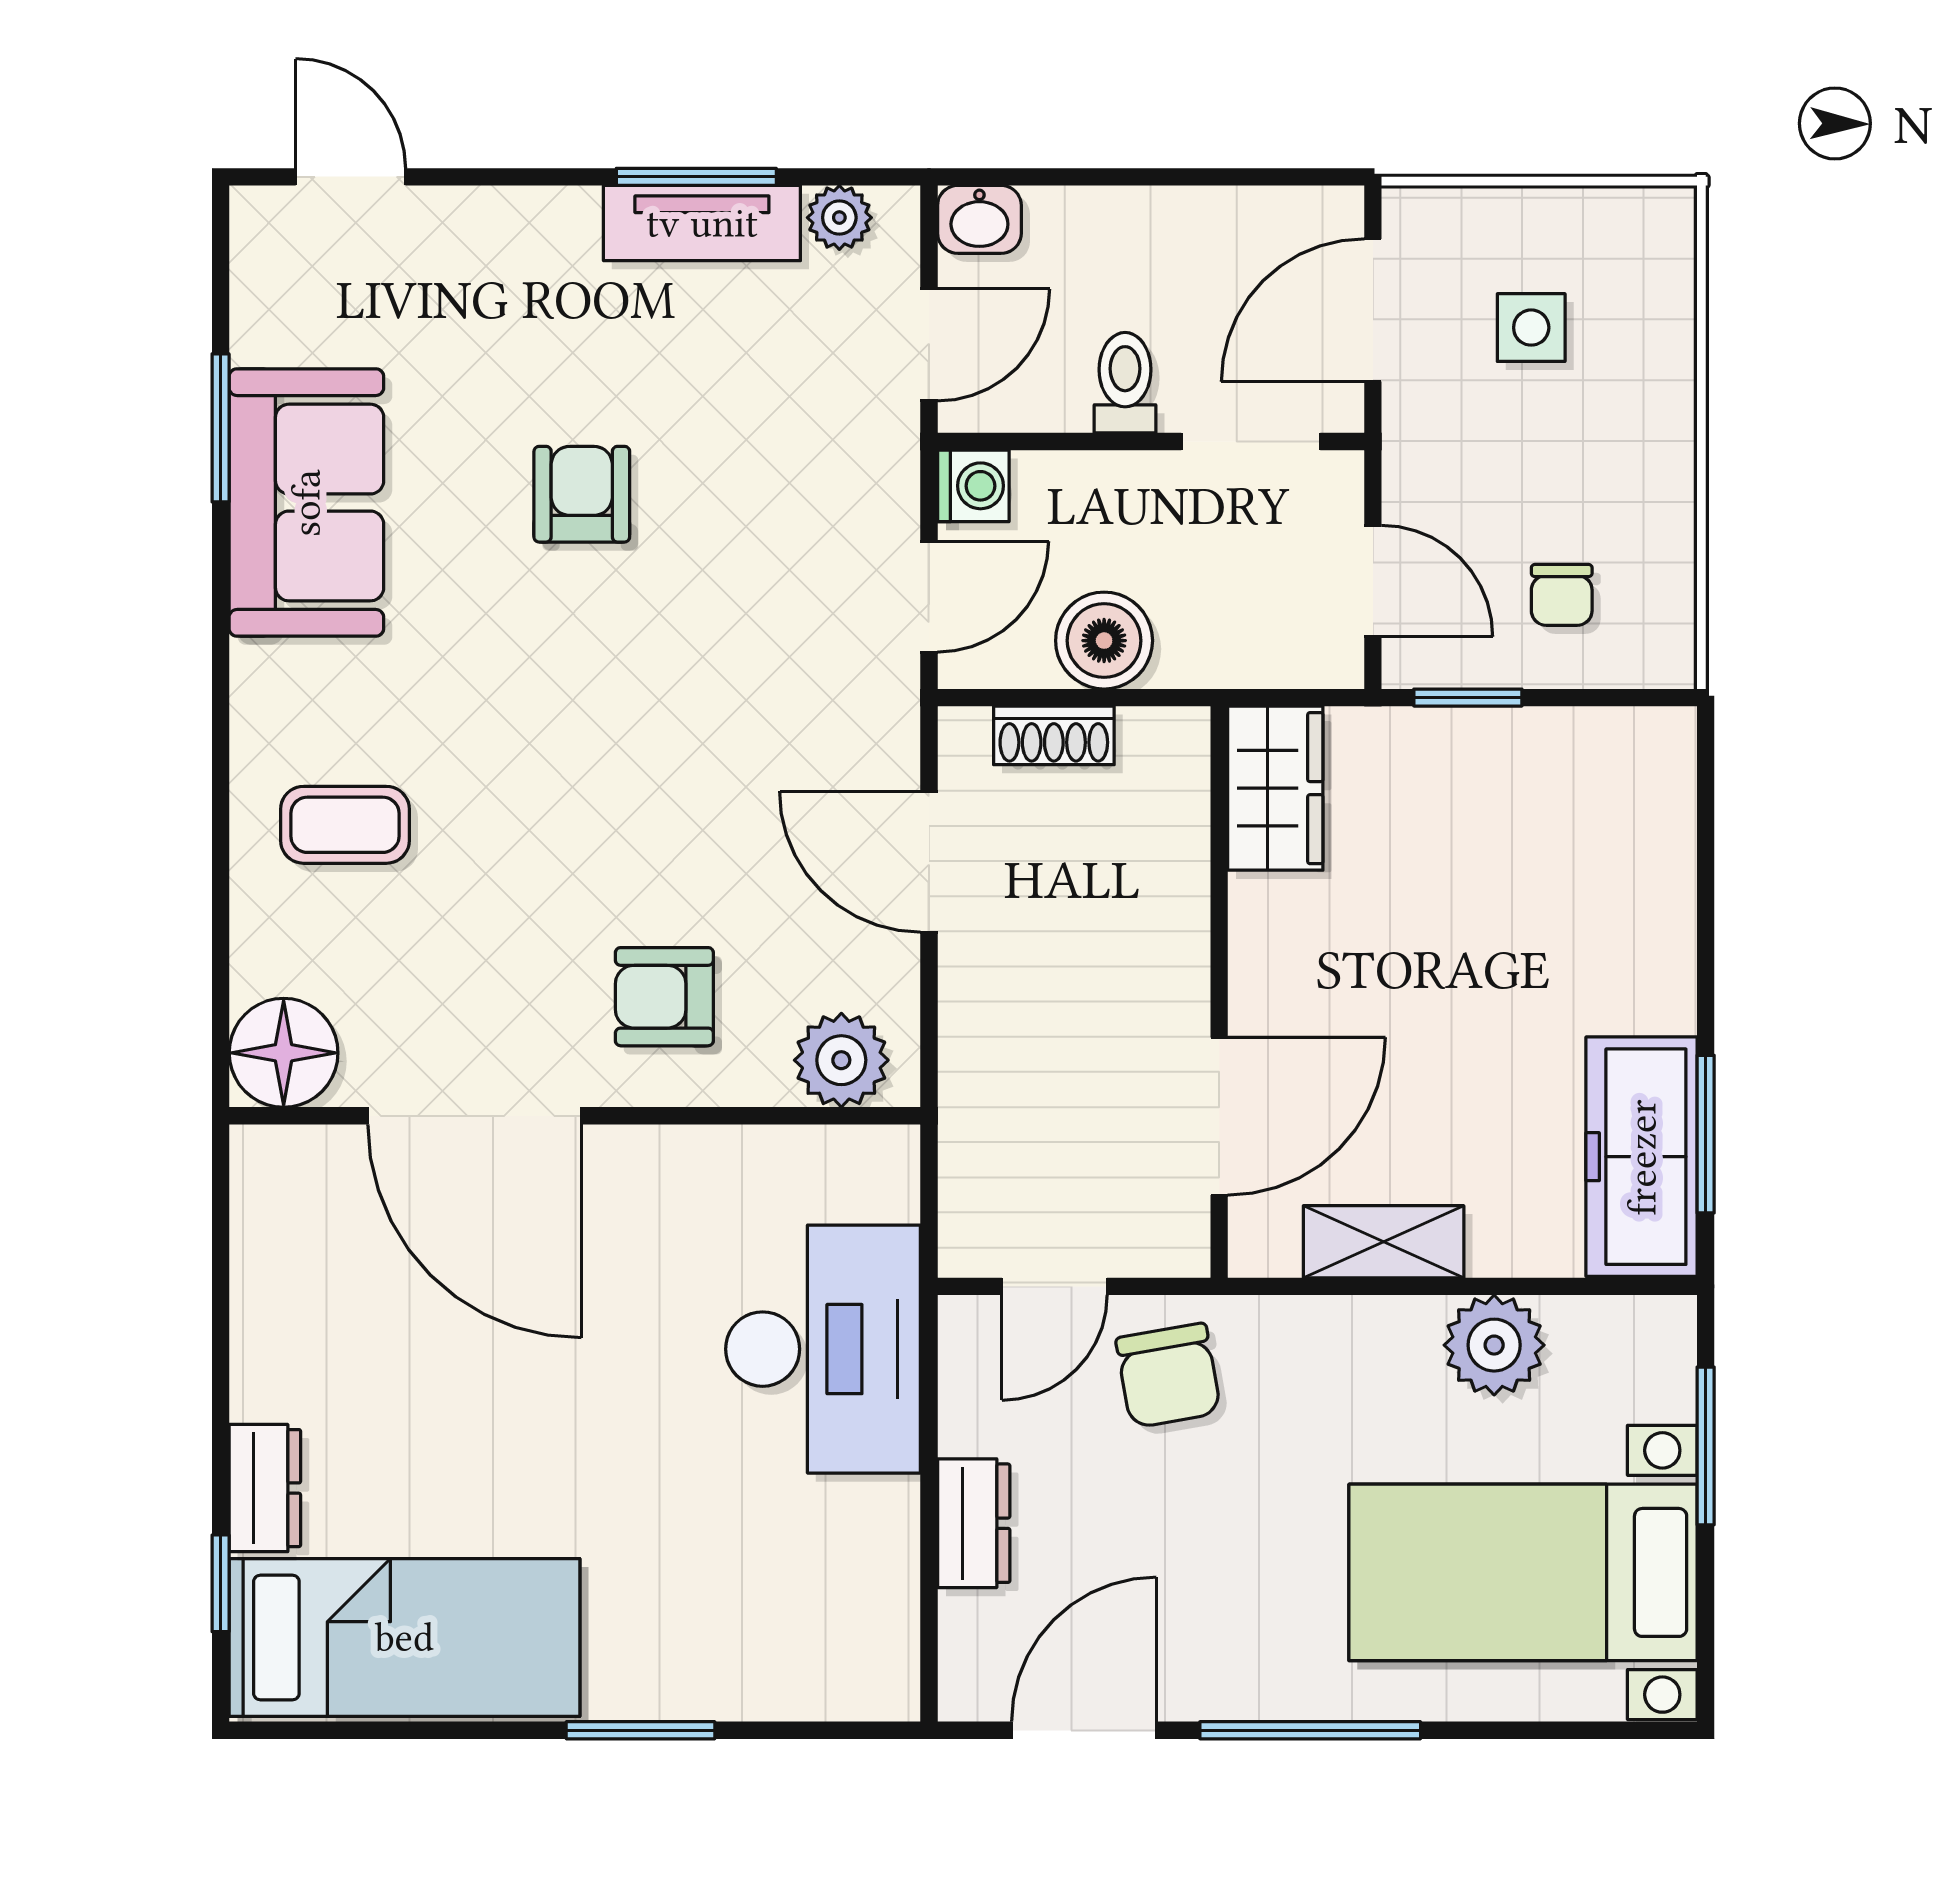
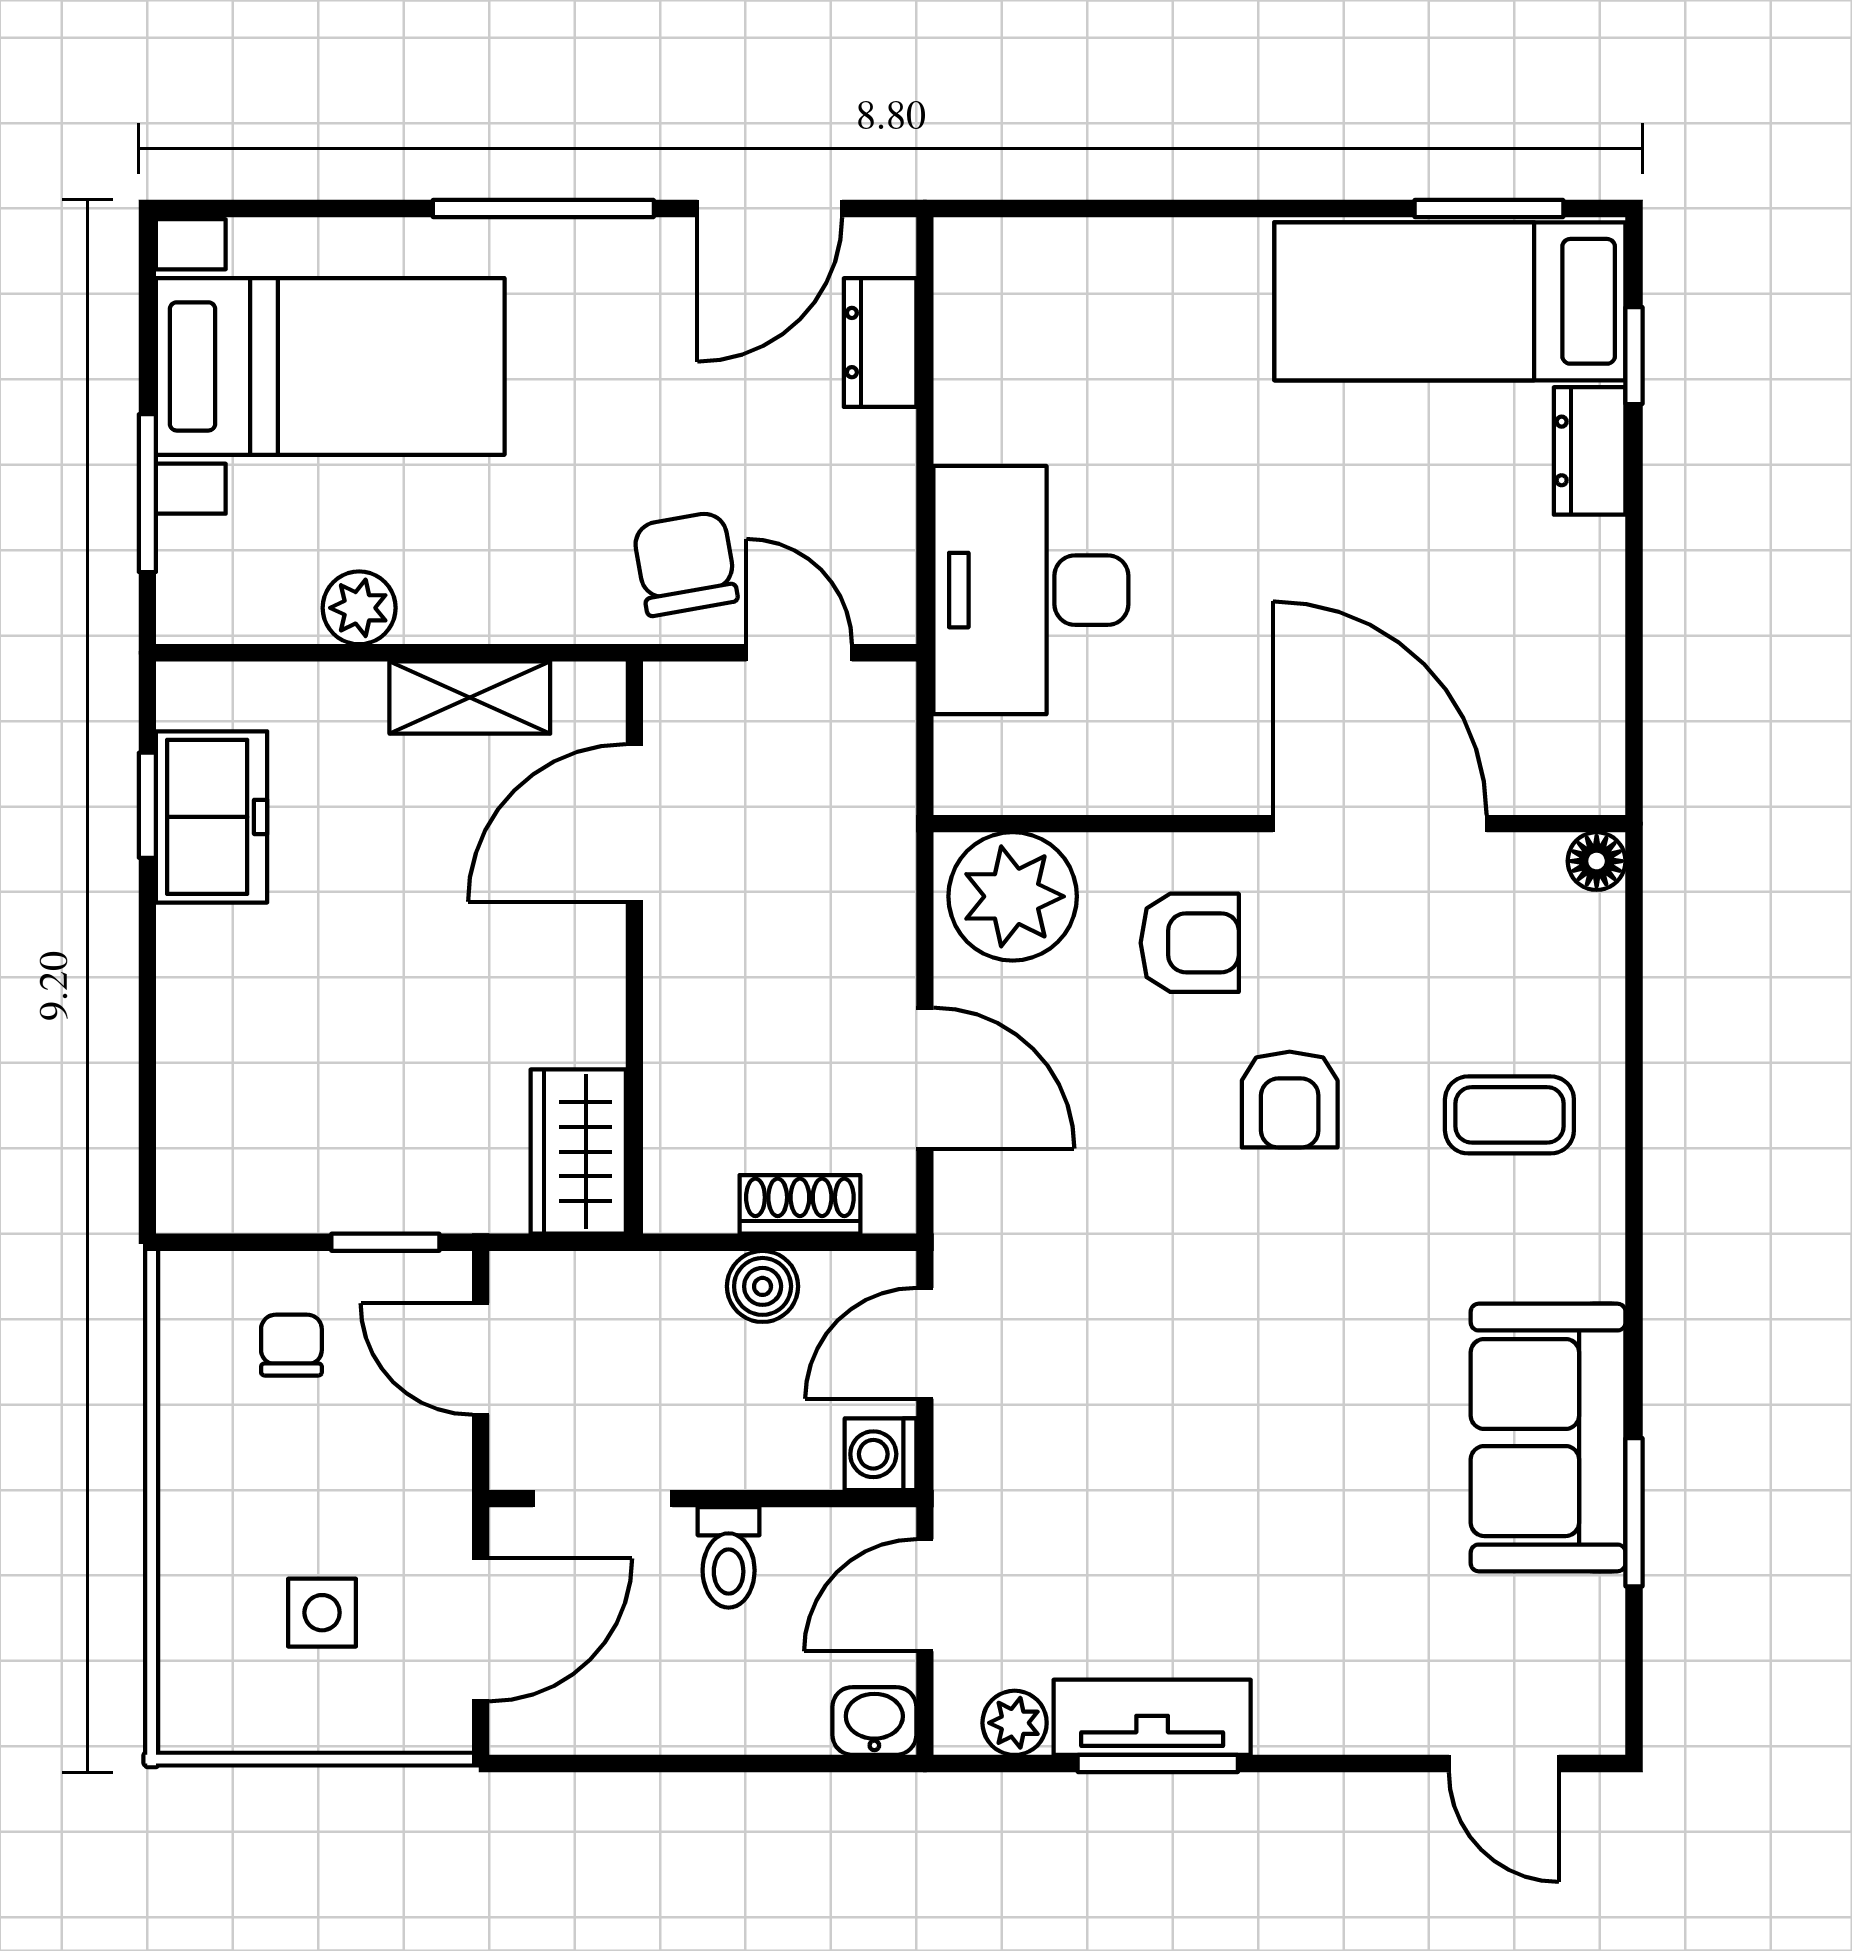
armchair: (582, 494) -> (1290, 1100), moved
boiler: (1104, 641) -> (763, 1286), width x0.73, depth x0.73
floor lamp: (284, 1053) -> (1597, 861), width x0.53, depth x0.53
plant: (841, 1060) -> (1013, 896), width x1.36, depth x1.36
window: (1706, 1134) -> (147, 805), width x0.67
freezer: (1642, 1157) -> (212, 817), width x0.71
door: (1055, 1286) -> (799, 653), hinge flipped
plant: (1494, 1345) -> (359, 608), width x0.73, depth x0.73
dresser: (974, 1523) -> (880, 343), moved
window: (640, 1730) -> (1489, 208), moved

